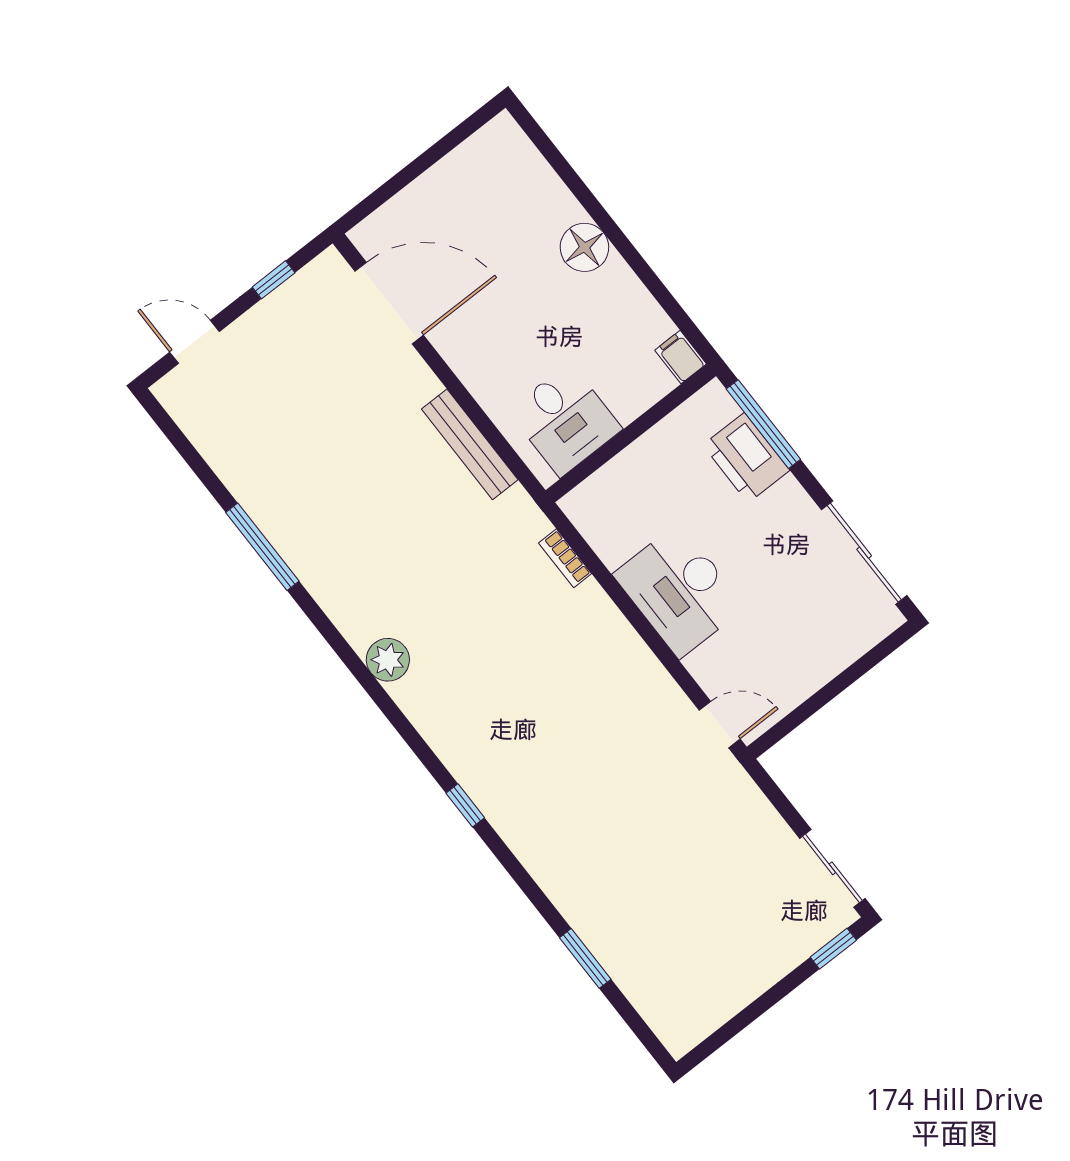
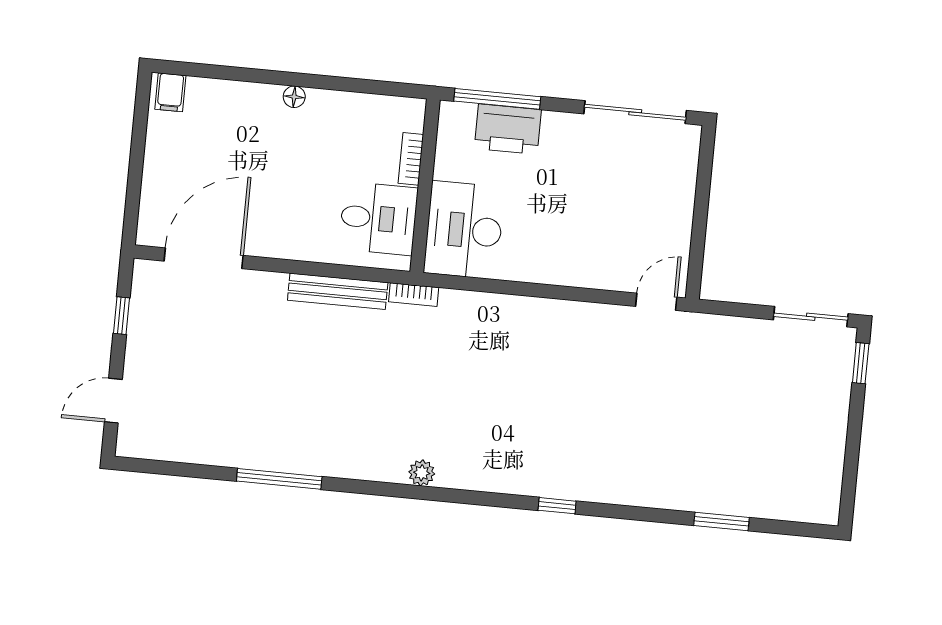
floor lamp: (584, 247) -> (294, 97), width x0.53, depth x0.53
filing cabinet: (681, 357) -> (170, 92), moved, turned -90
bookcase: (642, 399) -> (411, 159), added
bookcase: (565, 558) -> (414, 295), moved
desk: (679, 591) -> (464, 230), moved, turned 90
plant: (388, 660) -> (422, 473), width x0.73, depth x0.73

